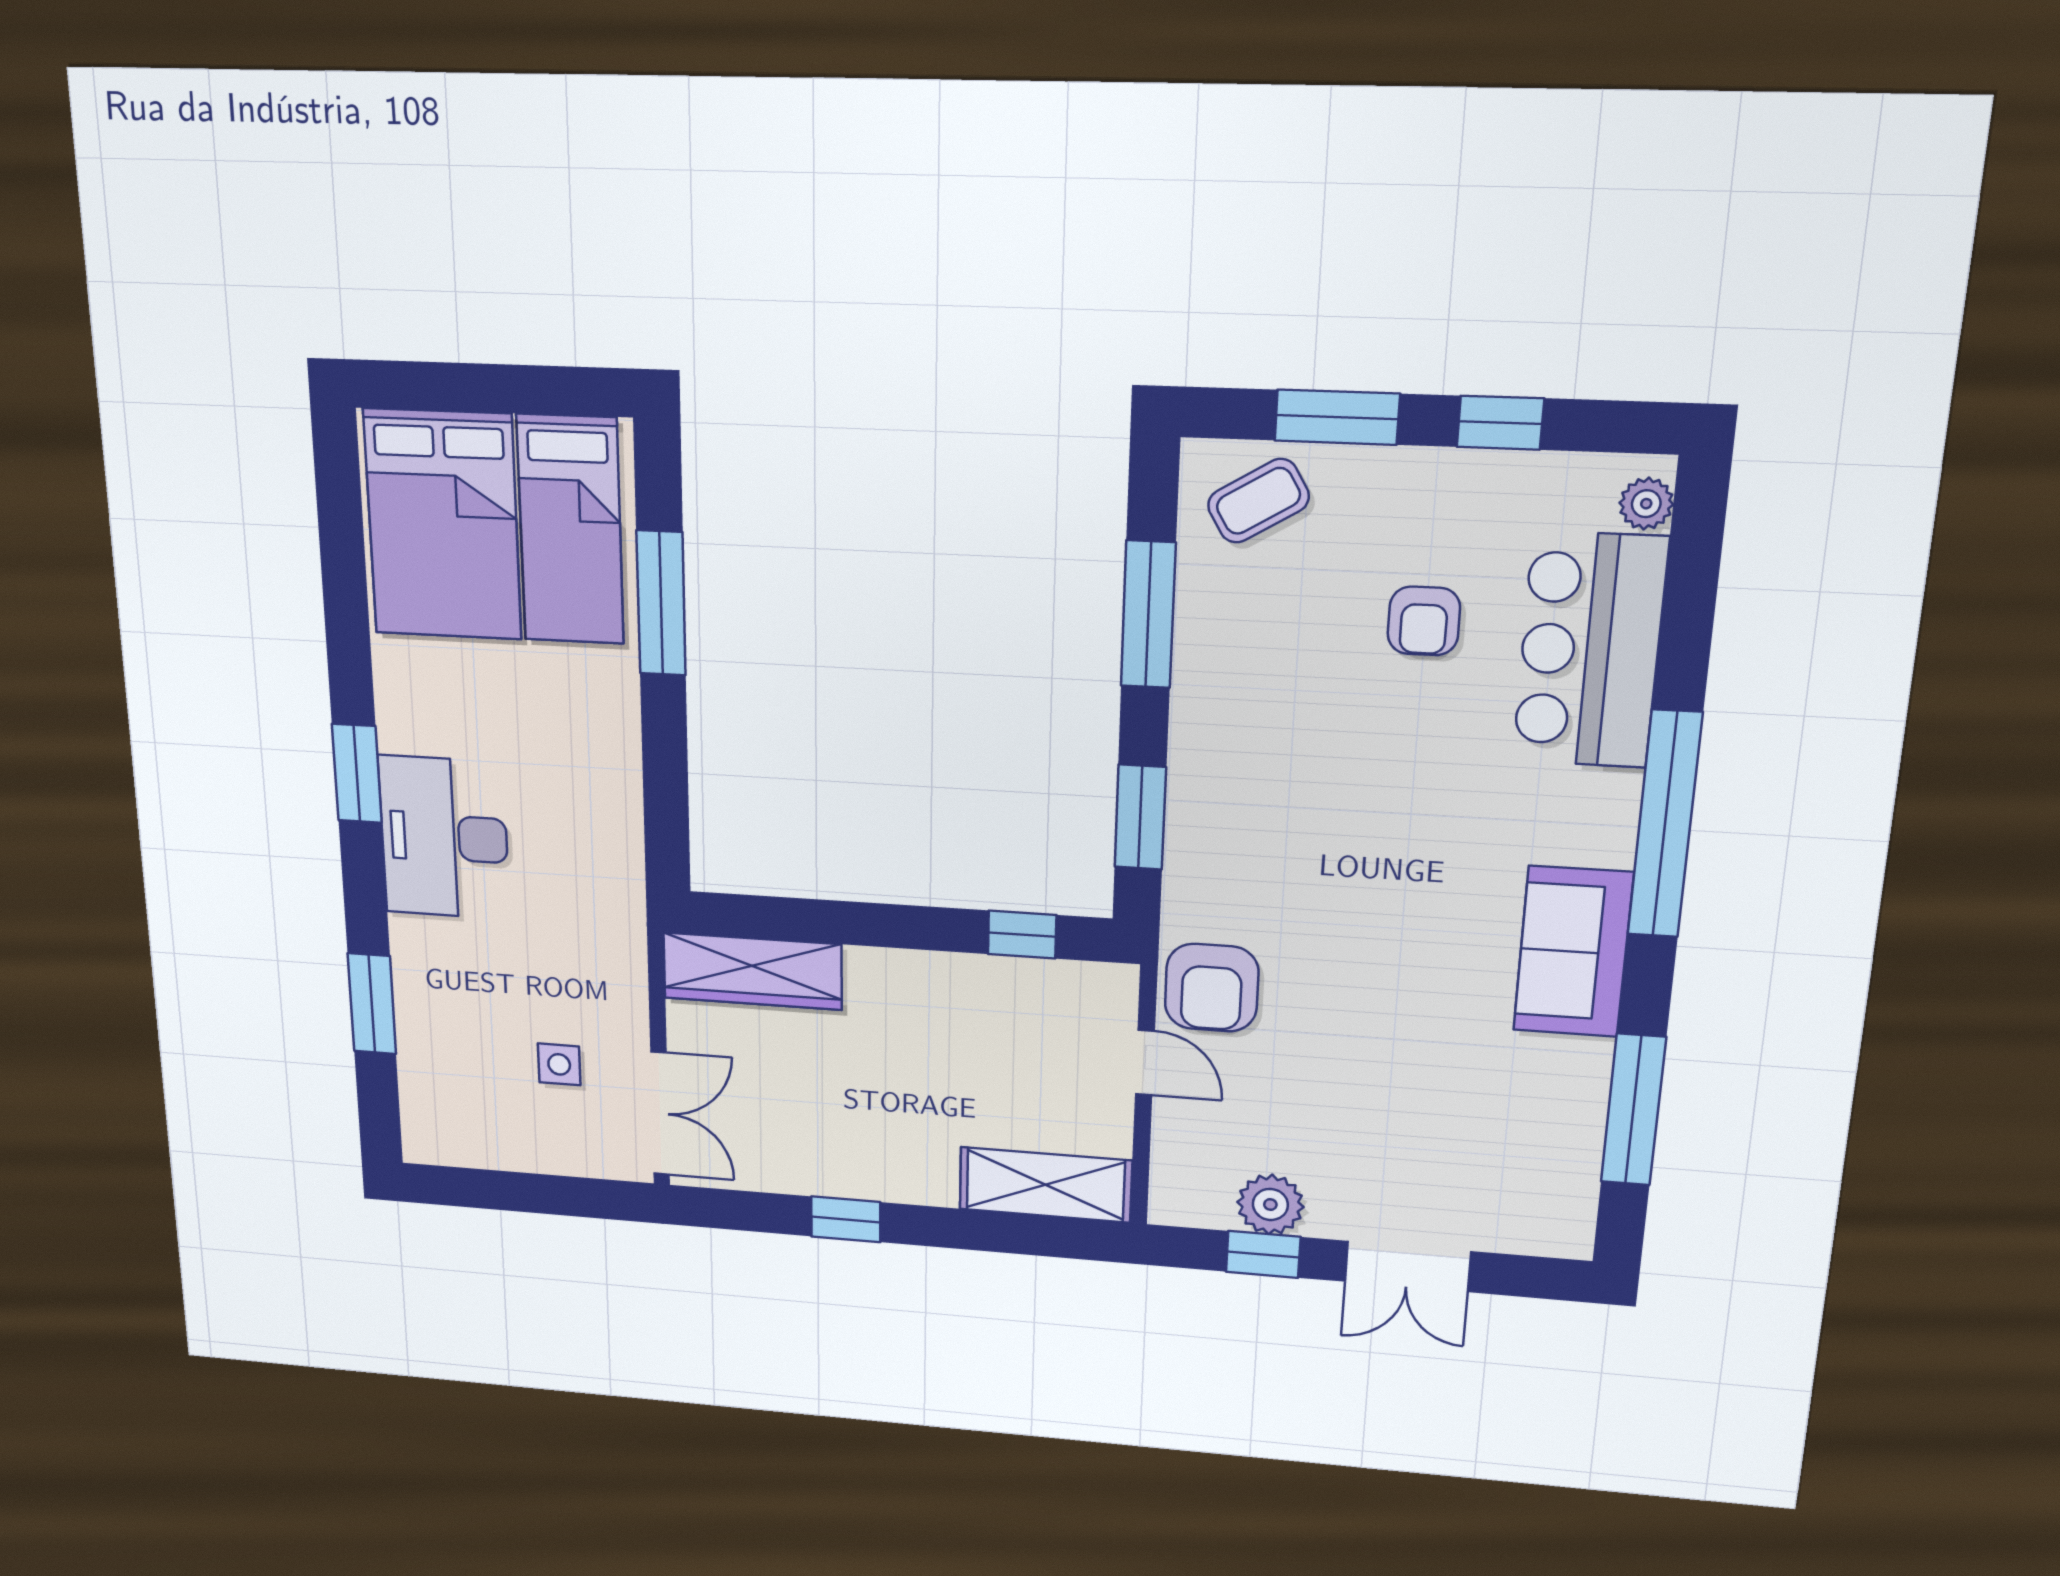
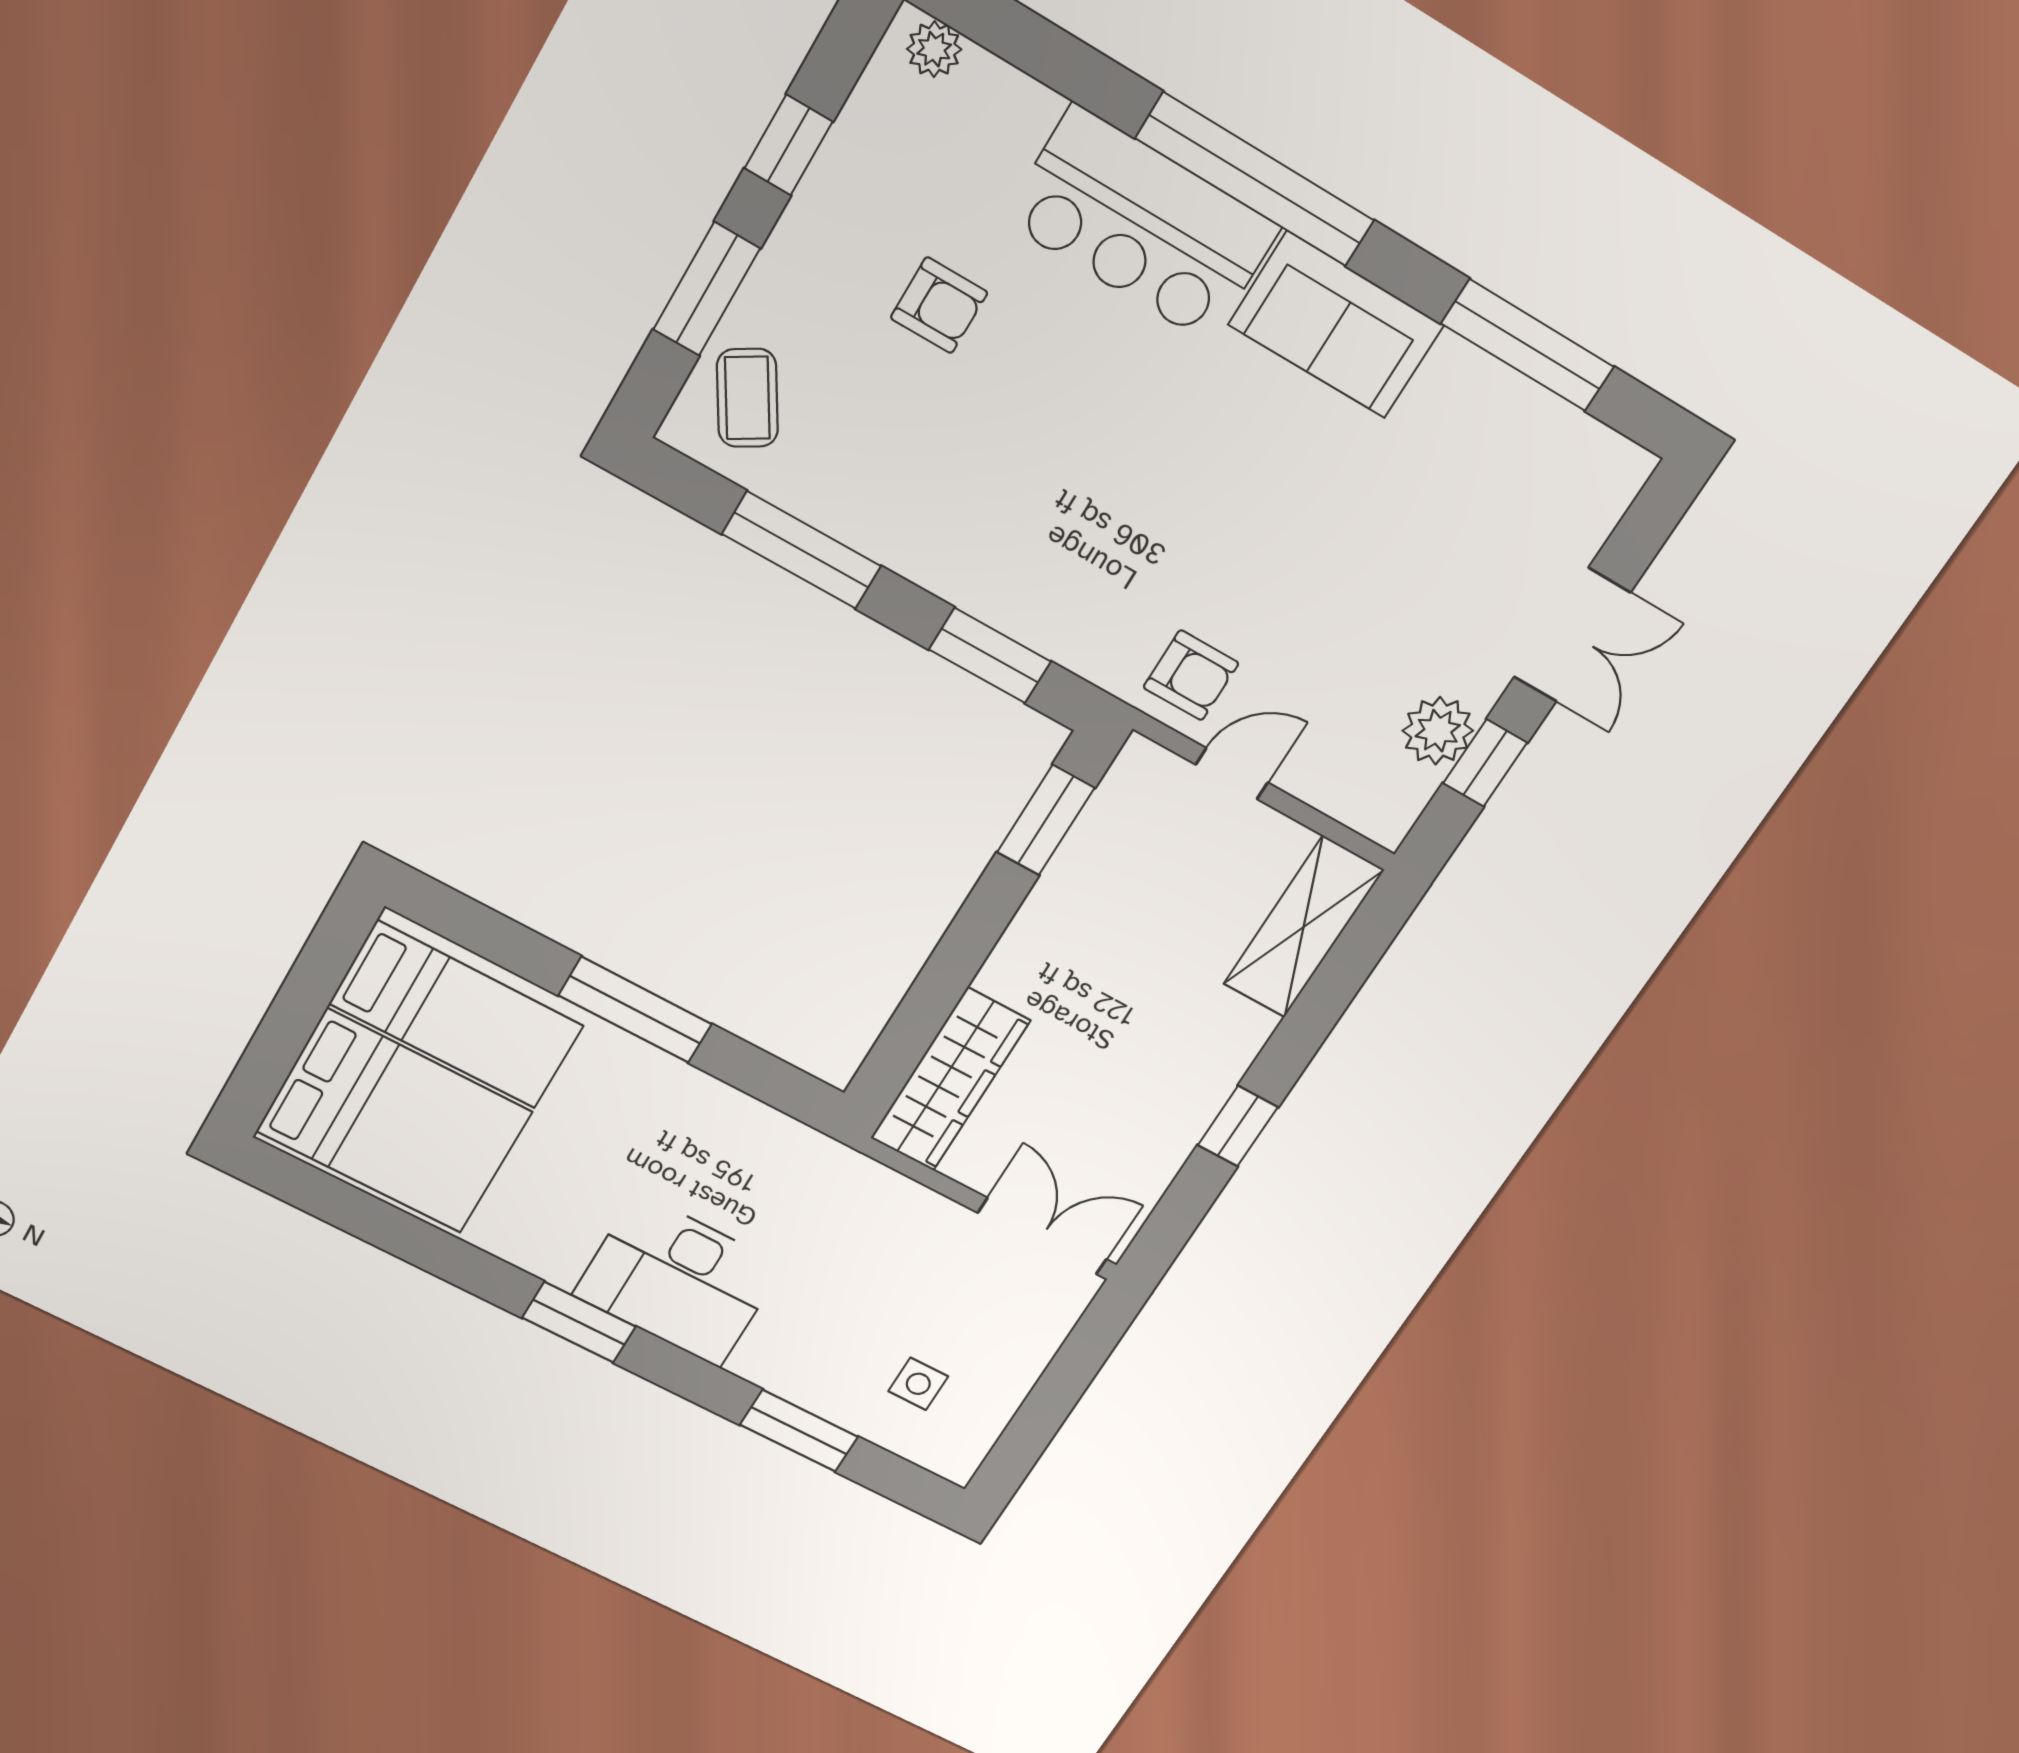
window: (661, 603) -> (635, 1010), moved
bar counter: (1590, 650) -> (1142, 224), moved
window: (1022, 935) -> (1046, 820), width x1.50
armchair: (1212, 988) -> (1191, 675), width x0.72, depth x0.72
side table: (559, 1064) -> (918, 1384), moved

